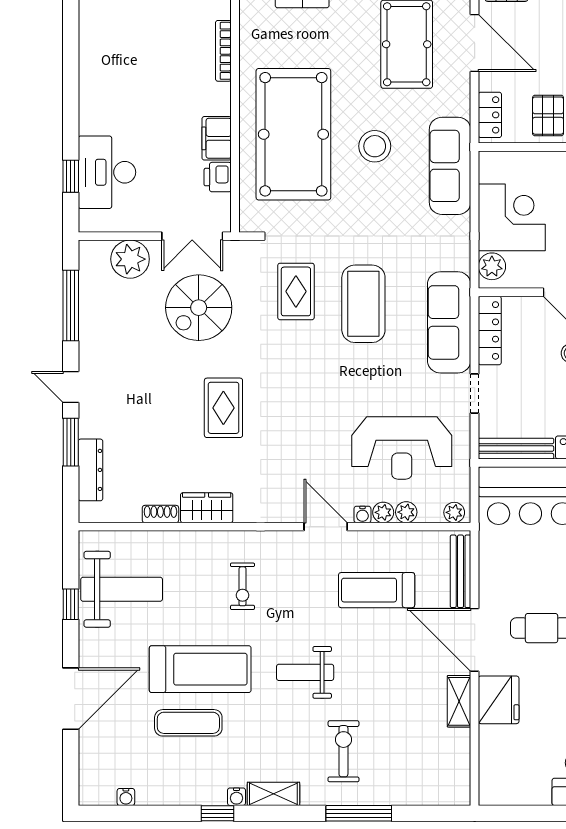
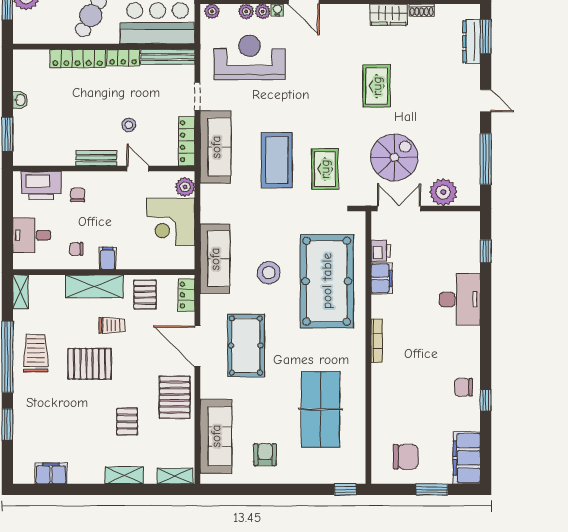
desk: (107, 172) -> (460, 299), moved
window: (71, 442) -> (486, 36), moved

